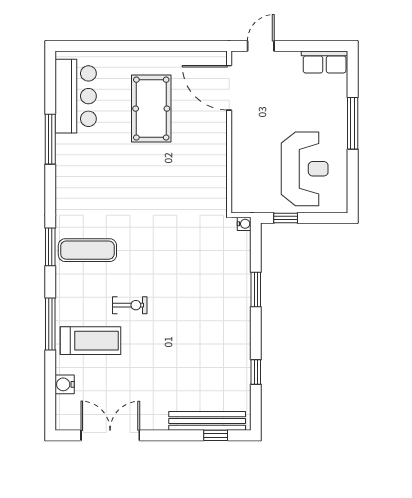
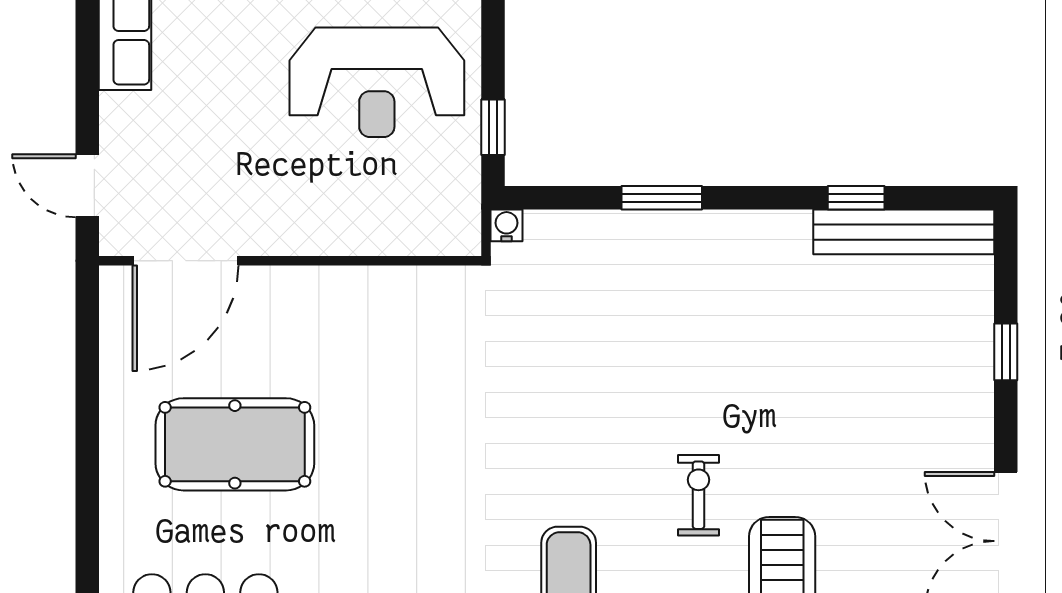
reception desk: (305, 169) -> (377, 82), turned 180
bench: (207, 421) -> (904, 232), moved, turned 90
window: (216, 435) -> (1006, 352), moved

